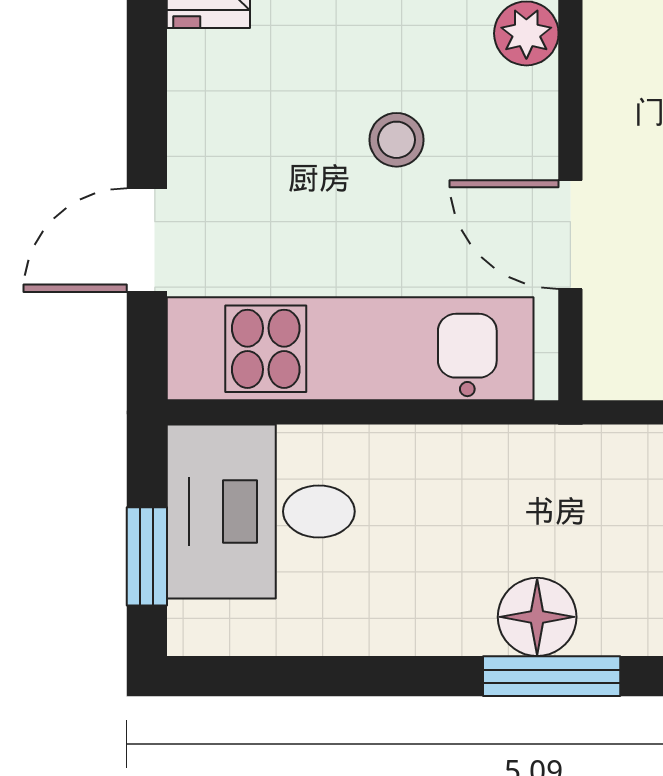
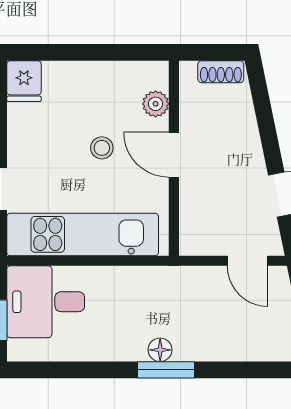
door: (570, 235) -> (174, 155), moved
floor lamp: (537, 617) -> (160, 350), width x0.73, depth x0.73

